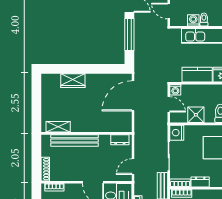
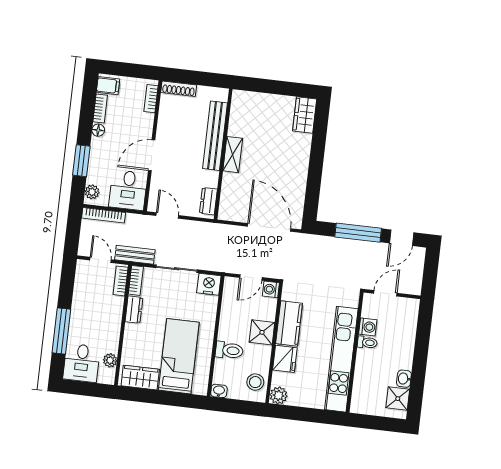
wardrobe: (73, 81) -> (305, 115), moved
shower: (196, 115) -> (262, 332), moved
shelving: (58, 127) -> (233, 155), moved

